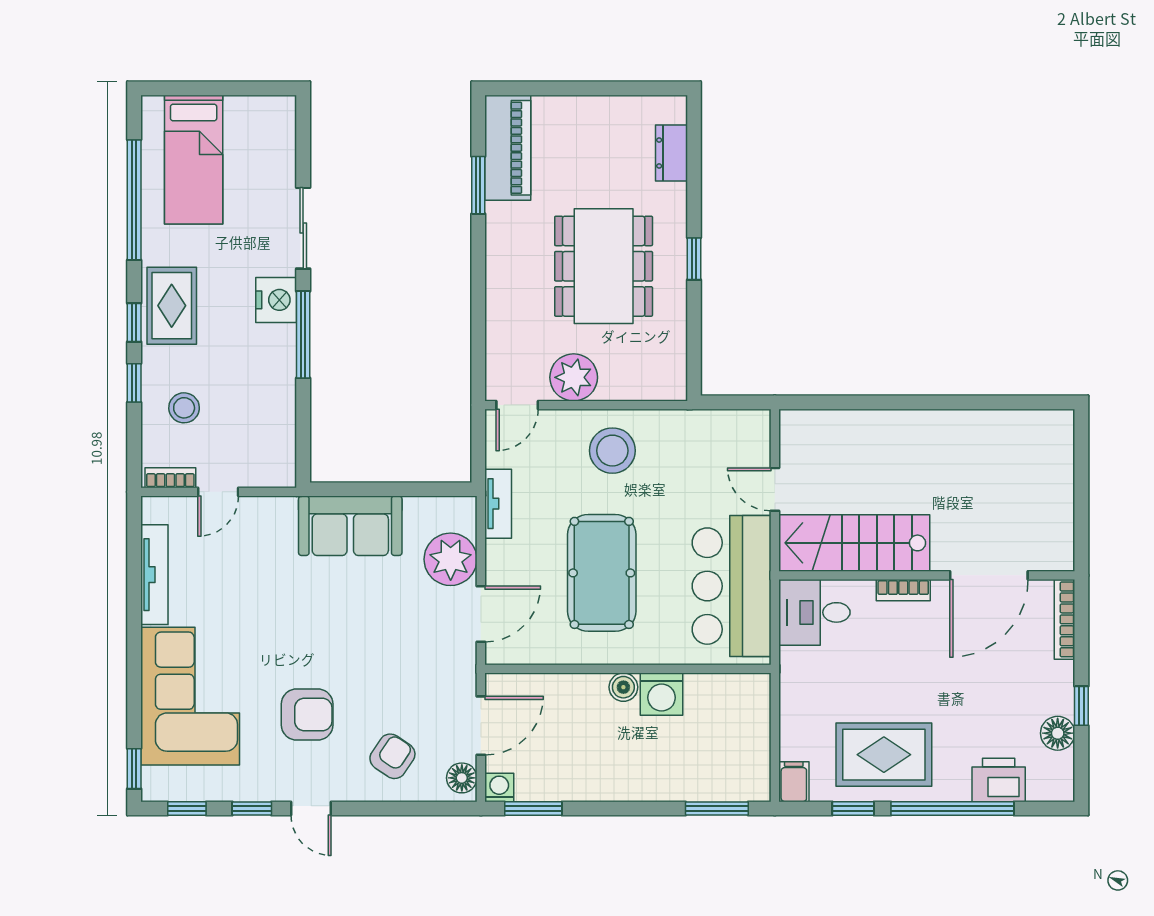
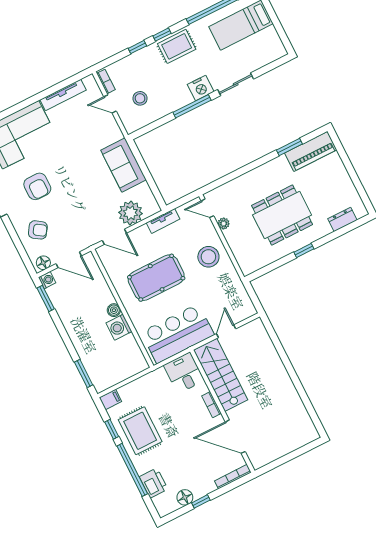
plant: (574, 377) -> (224, 224), width x0.53, depth x0.53
stool: (184, 408) -> (140, 98), moved

